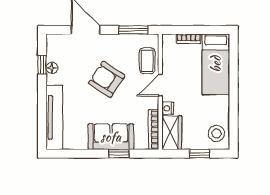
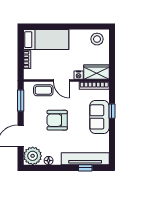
plant: (58, 46) -> (33, 156), added
window: (42, 65) -> (85, 168), moved
armchair: (107, 79) -> (57, 120), turned 57
window: (200, 154) -> (112, 52), removed

